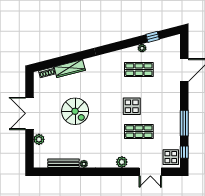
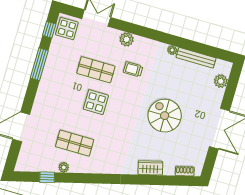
wardrobe: (70, 69) -> (150, 168), width x0.67
plant: (39, 139) -> (221, 81), moved
trolley: (110, 140) -> (133, 69), added

